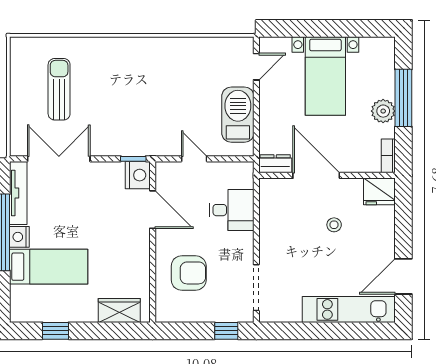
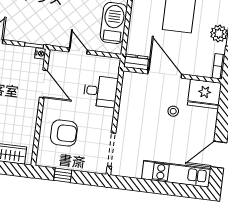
nightstand: (138, 175) -> (40, 53), width x0.53, depth x0.56
fridge: (379, 191) -> (204, 94), width x1.36, depth x1.34
window: (226, 331) -> (63, 175), moved

